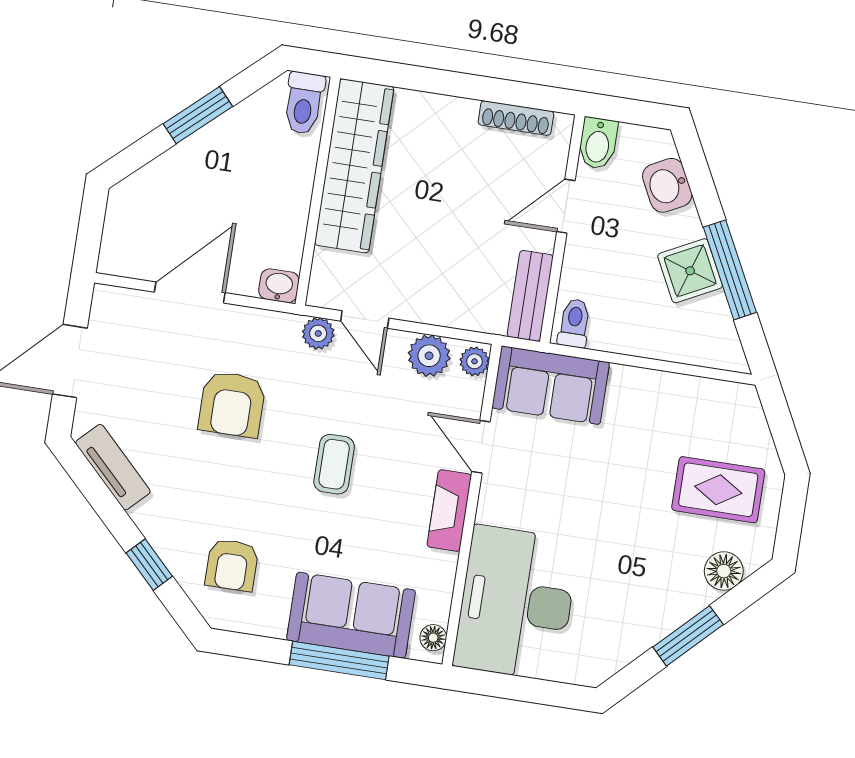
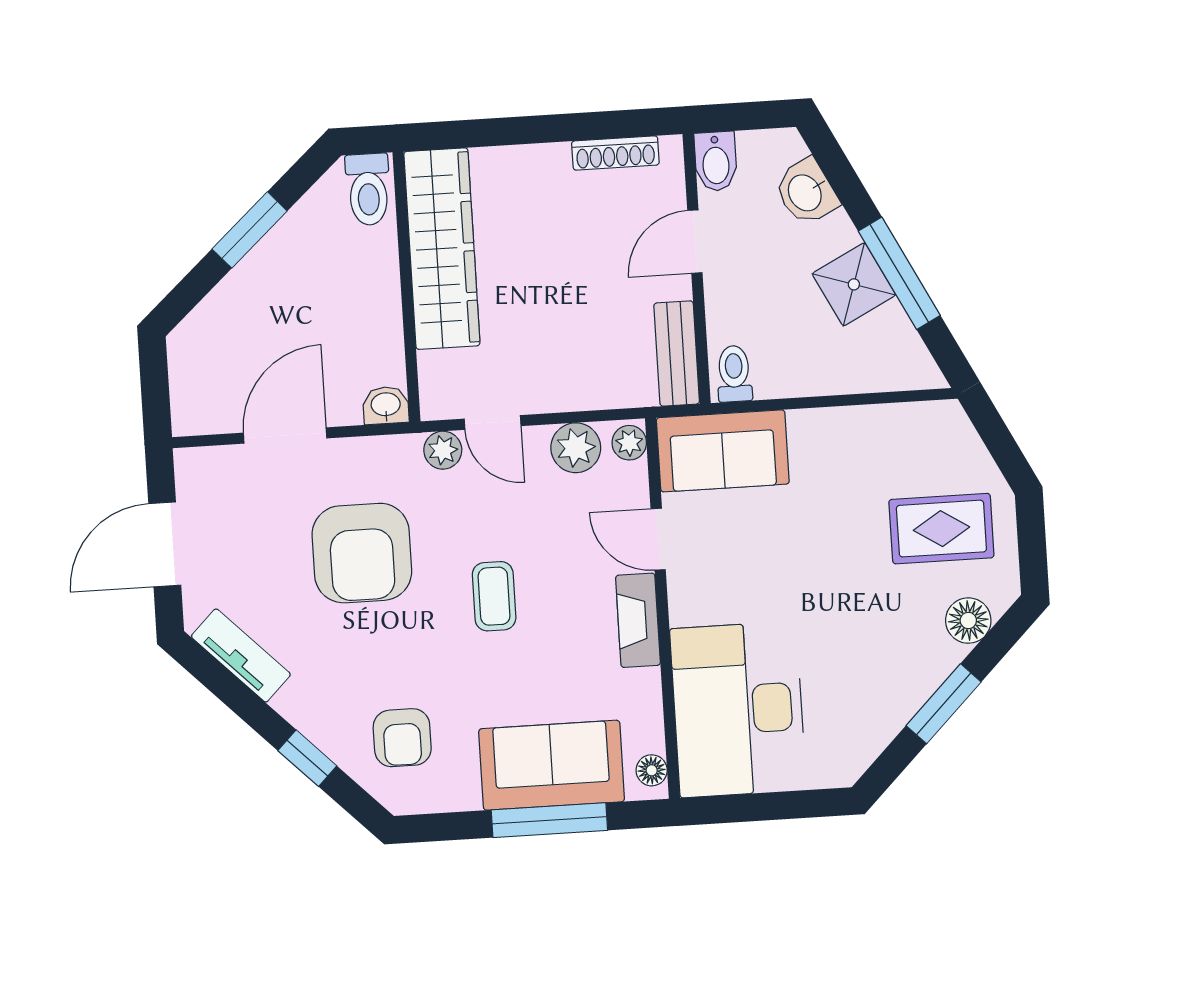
armchair: (232, 404) -> (362, 553), width x1.36, depth x1.36

